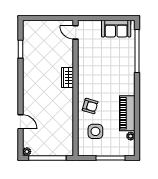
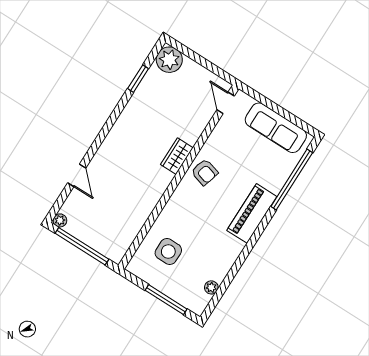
plant: (31, 28) -> (169, 60), added
sofa: (116, 29) -> (276, 128), width x1.36
armchair: (90, 106) -> (205, 172), moved
piano: (127, 113) -> (252, 213), moved

